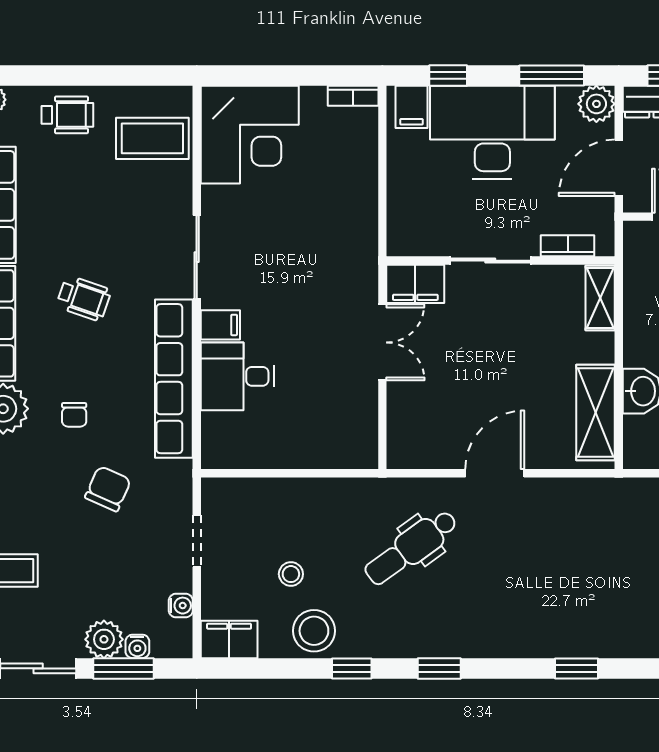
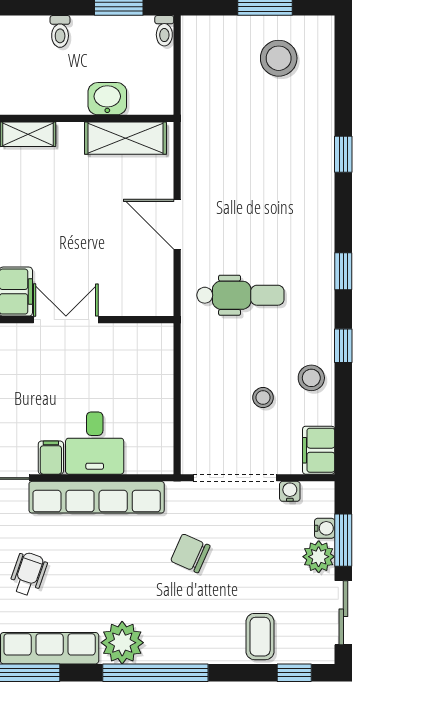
chair: (74, 415) -> (127, 582), removed
doorway: (197, 541) -> (235, 478), width x1.88
dental chair: (411, 548) -> (240, 295), turned -54
stool: (314, 631) -> (311, 378), width x0.73, depth x0.73

